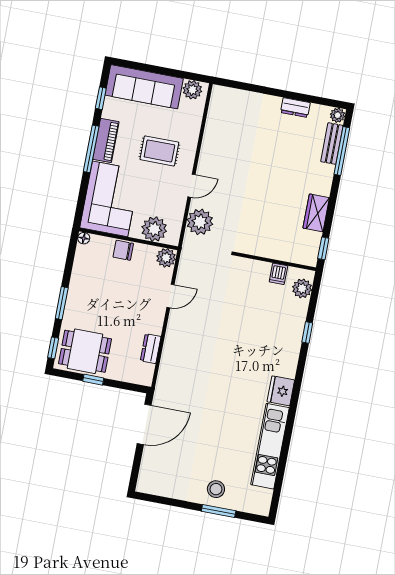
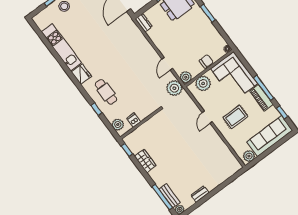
plant: (200, 222) -> (174, 88), moved
cafe table: (275, 340) -> (106, 92), added
dresser: (151, 349) -> (144, 23), moved

